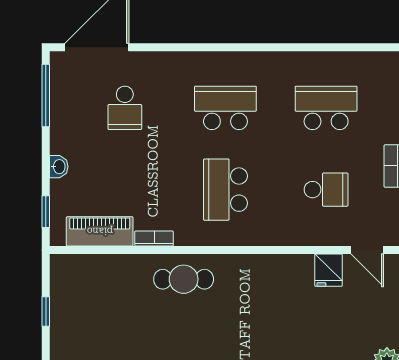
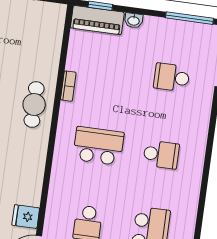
school desk: (225, 108) -> (161, 155), width x0.54
piano: (100, 231) -> (97, 20), moved, turned 90

